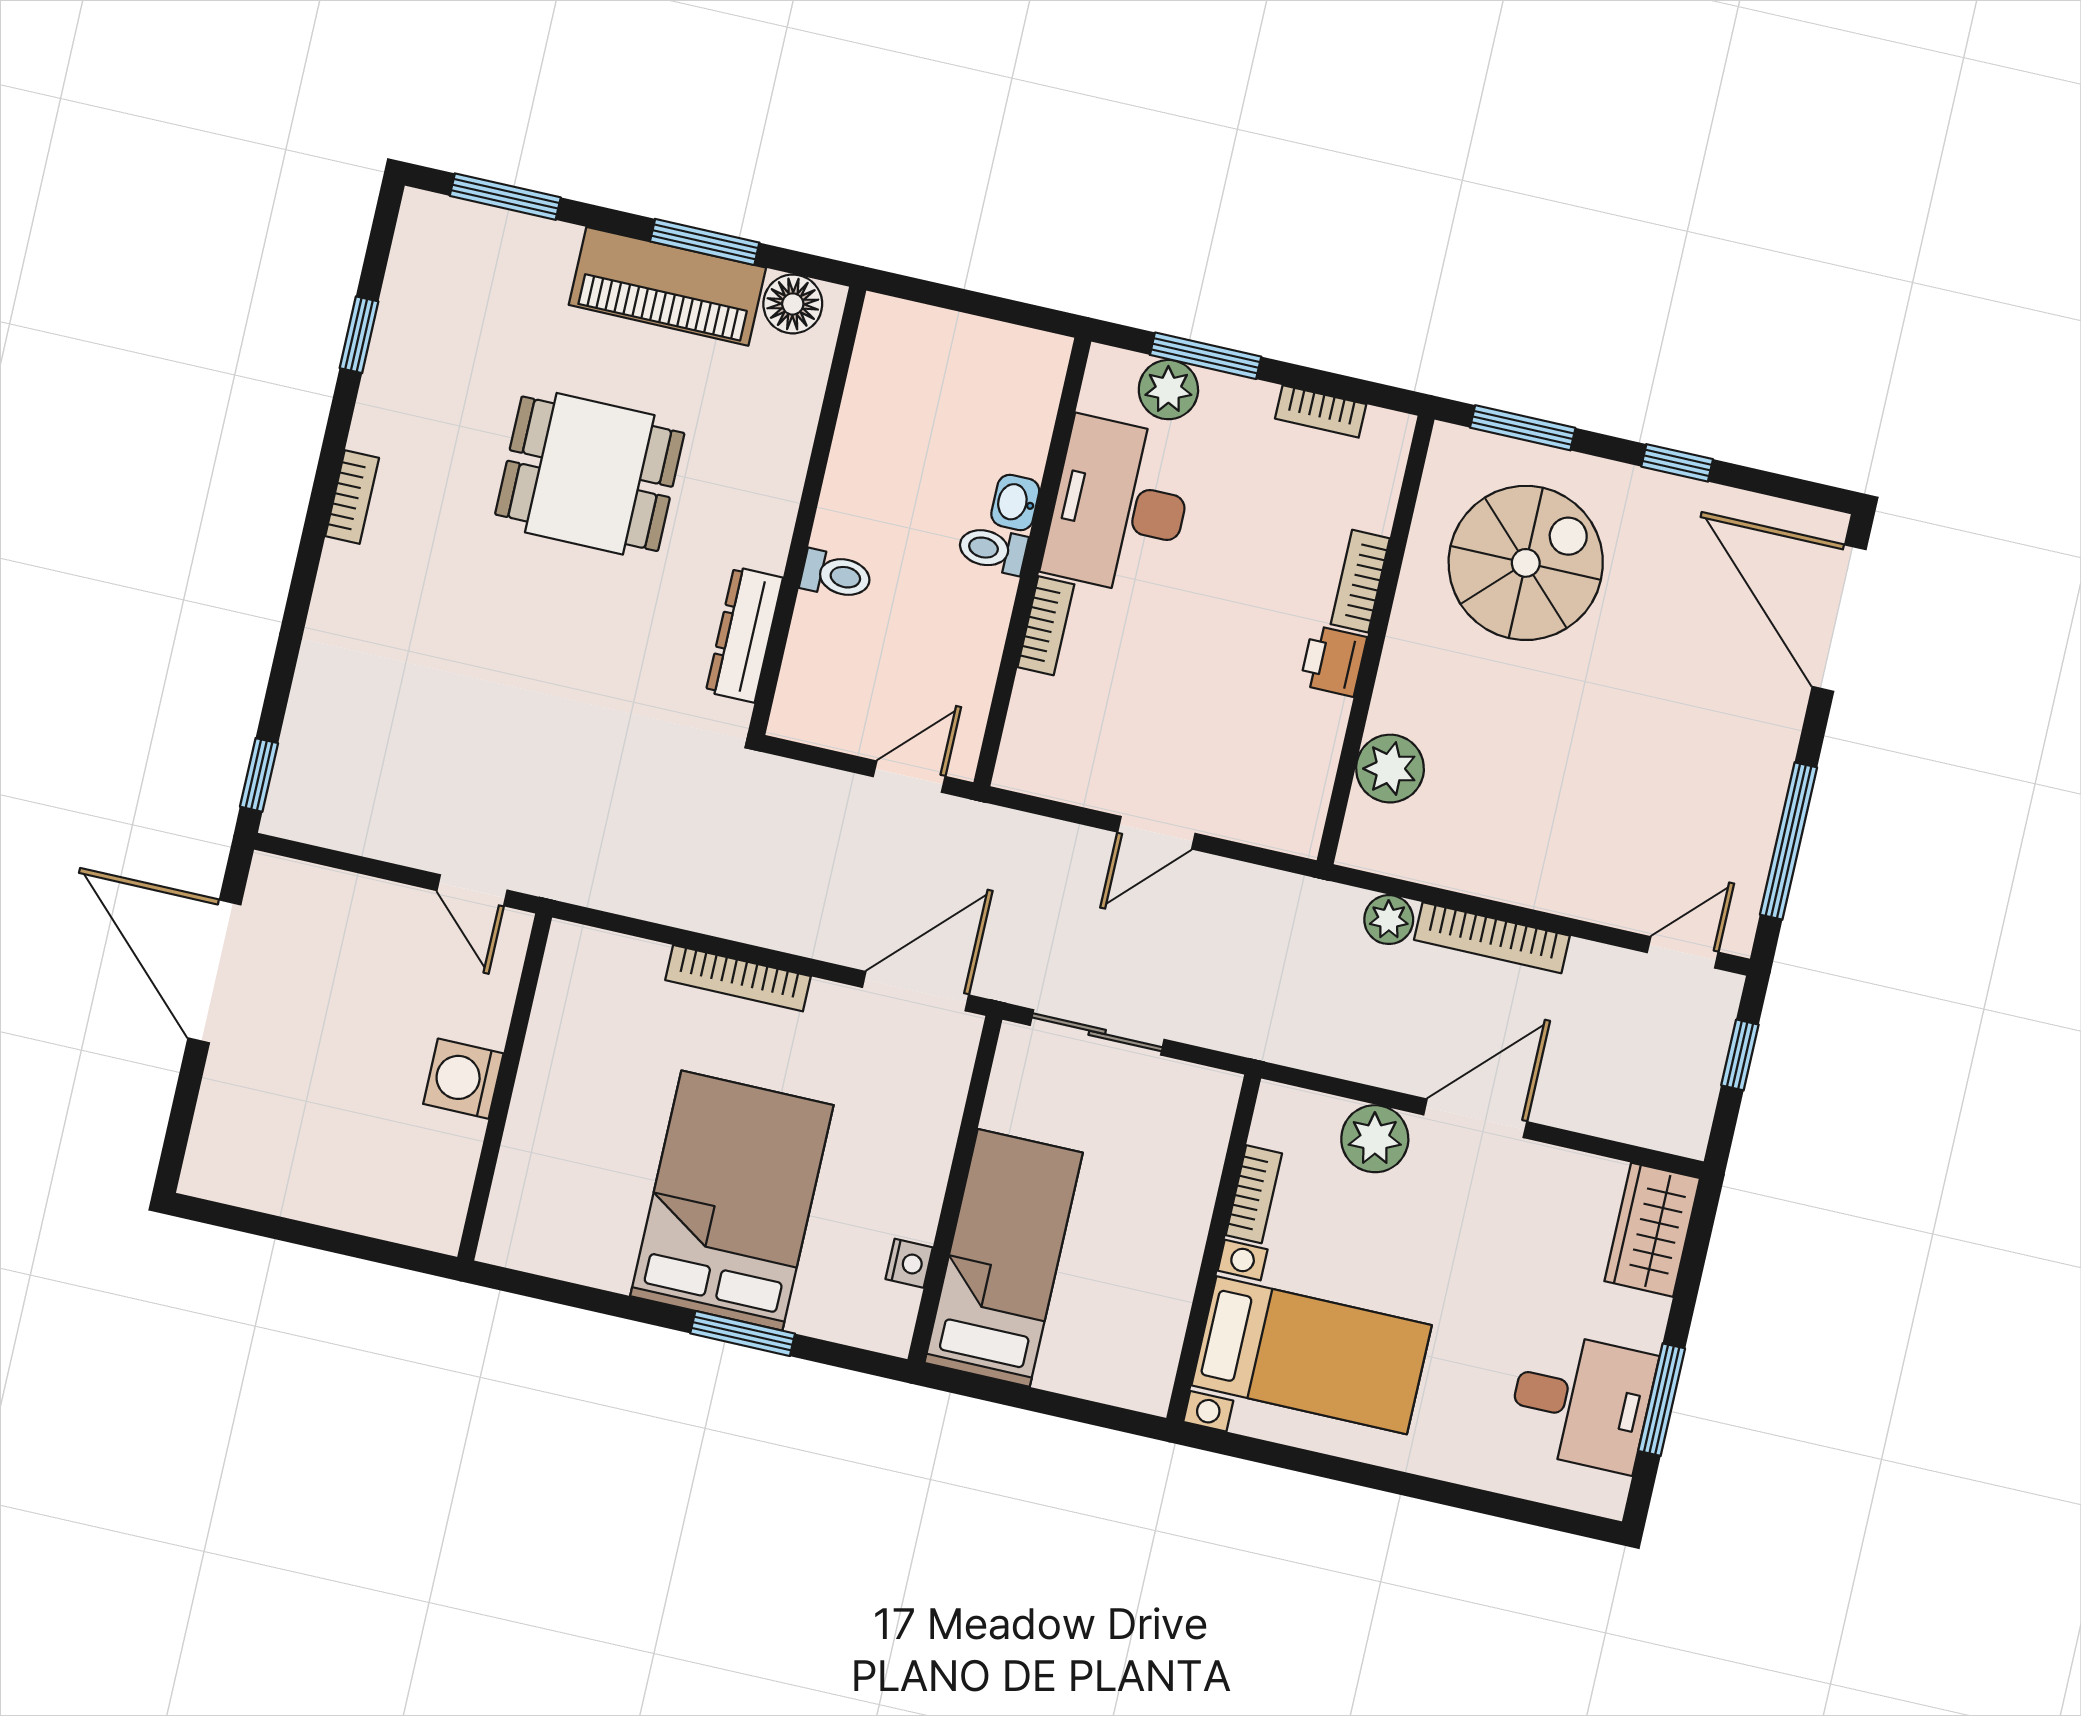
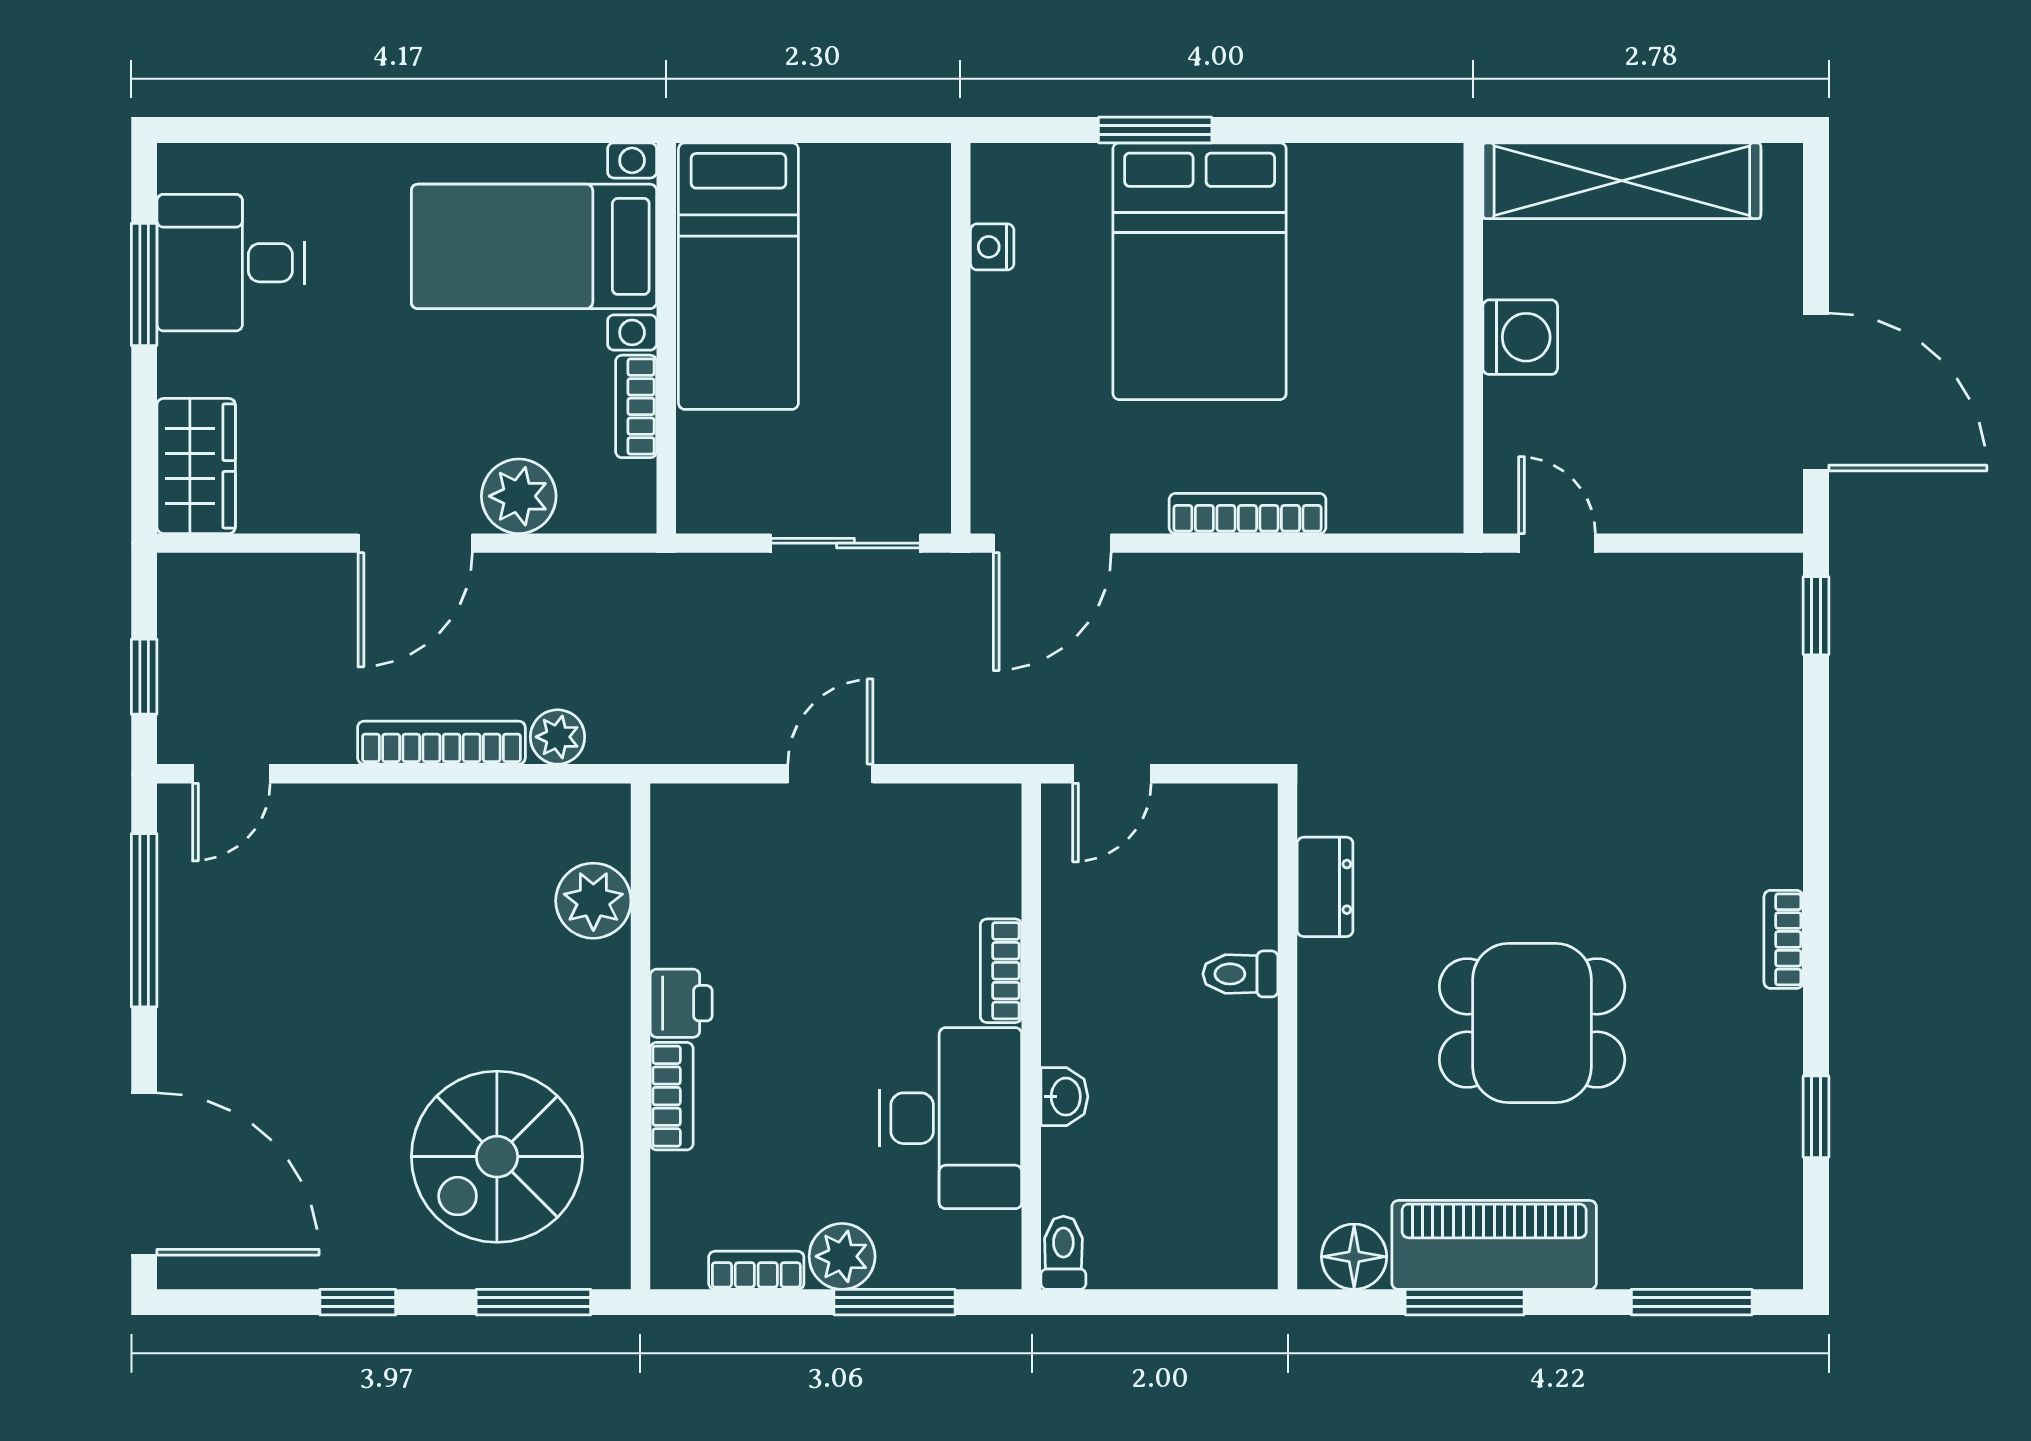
plant: (1168, 390) -> (842, 1256), moved
toilet: (992, 550) -> (1063, 1253), moved, turned -90
dresser: (744, 635) -> (1325, 887), width x0.70
shelving: (343, 1196) -> (1622, 181), added
bed: (1004, 1258) -> (738, 276), moved

